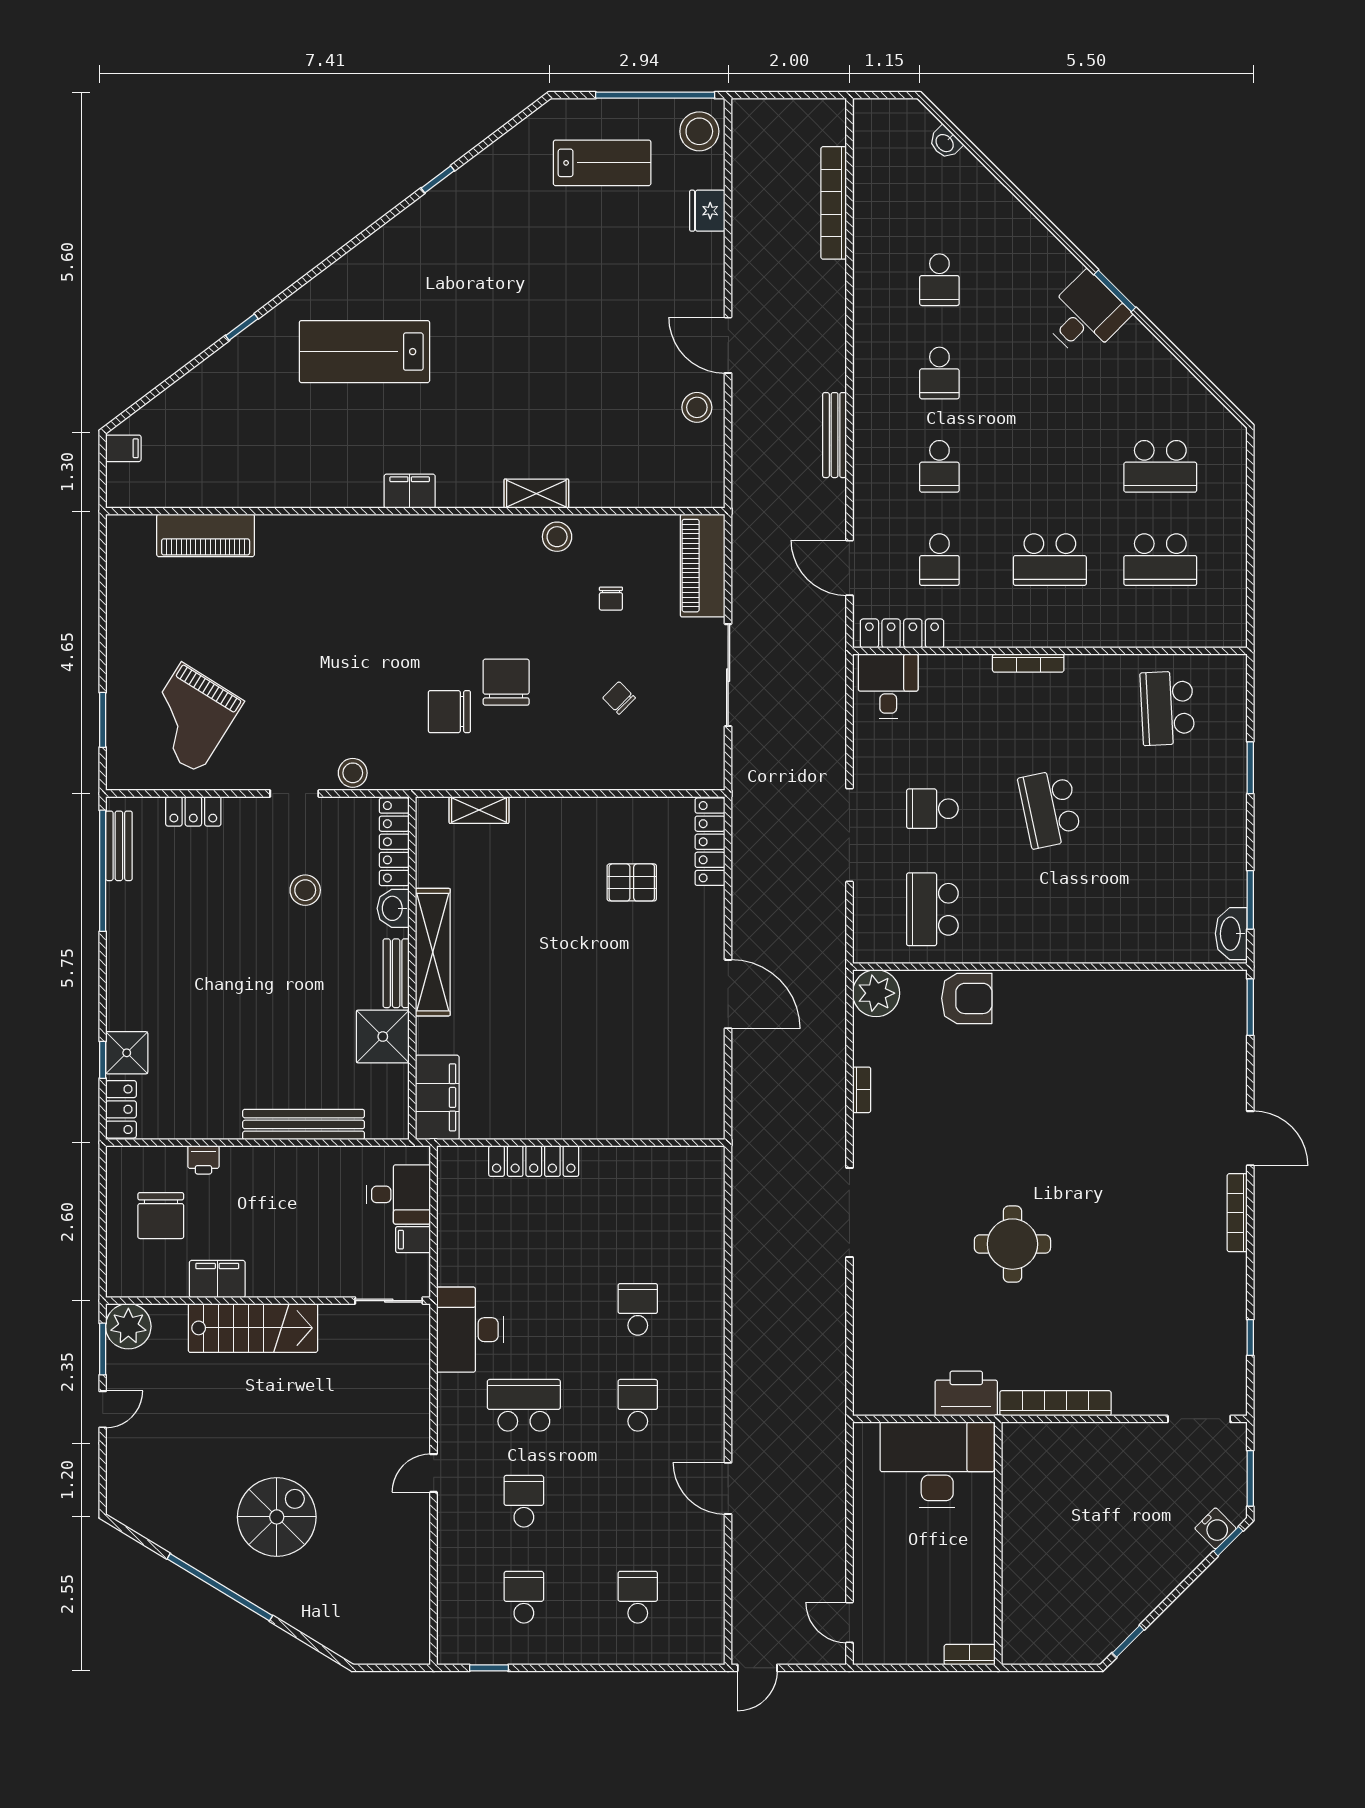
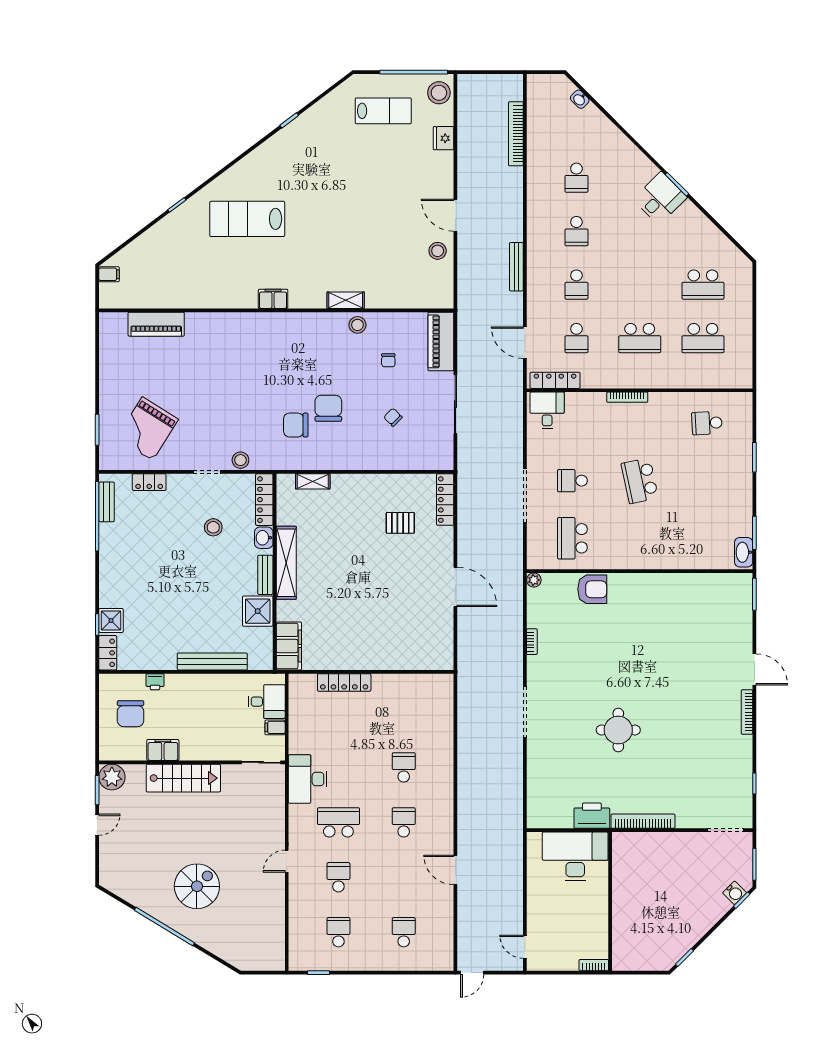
school desk: (1167, 708) -> (707, 423), width x0.54
plant: (876, 993) -> (534, 580), width x0.53, depth x0.53

